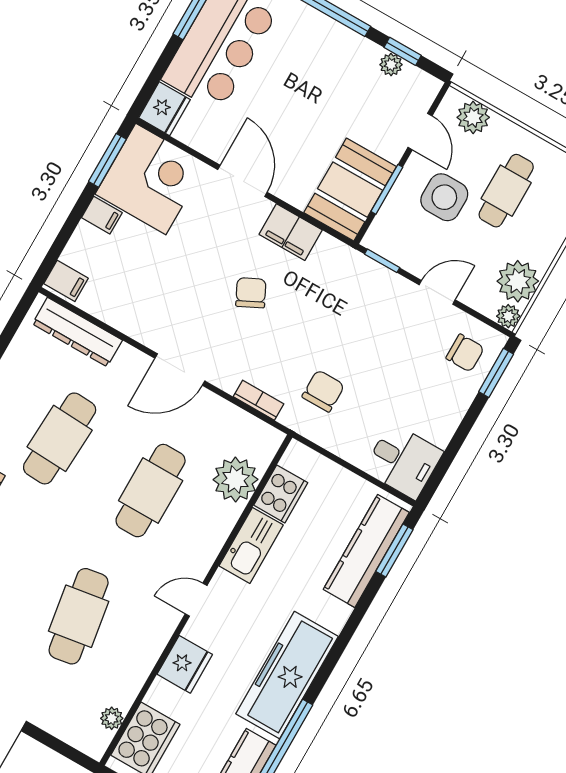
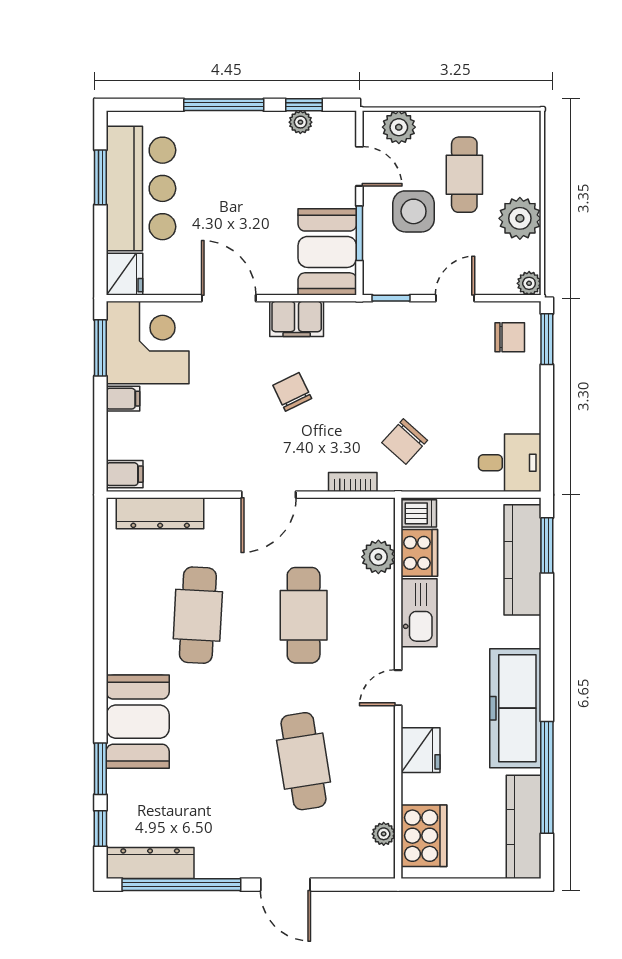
plant: (518, 281) -> (520, 218), moved
chair: (323, 391) -> (405, 442), turned -138
dishwasher: (300, 460) -> (419, 513), added
plant: (236, 480) -> (378, 557), width x0.73, depth x0.73

